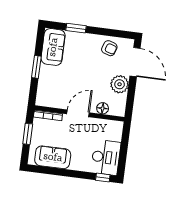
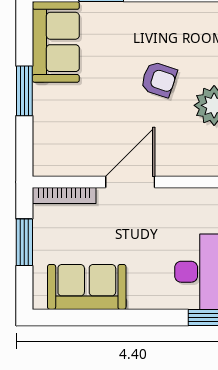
armchair: (109, 48) -> (159, 79), moved
floor lamp: (103, 108) -> (183, 164), removed

